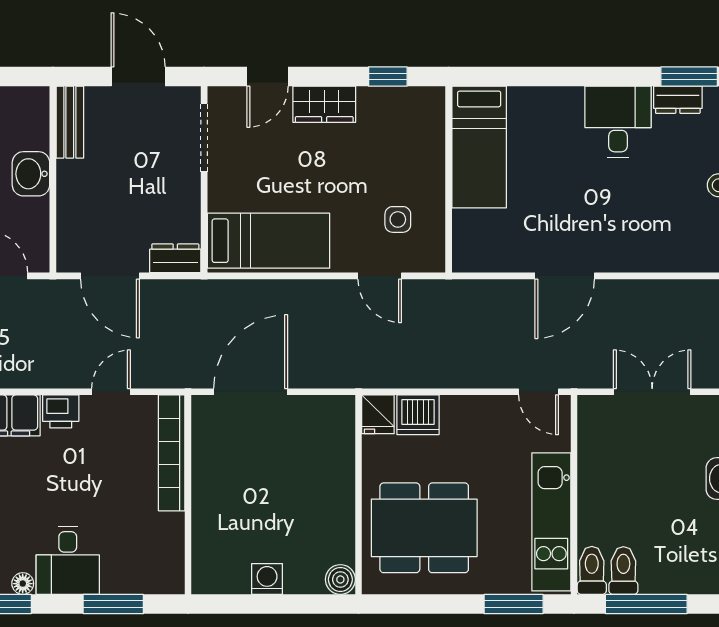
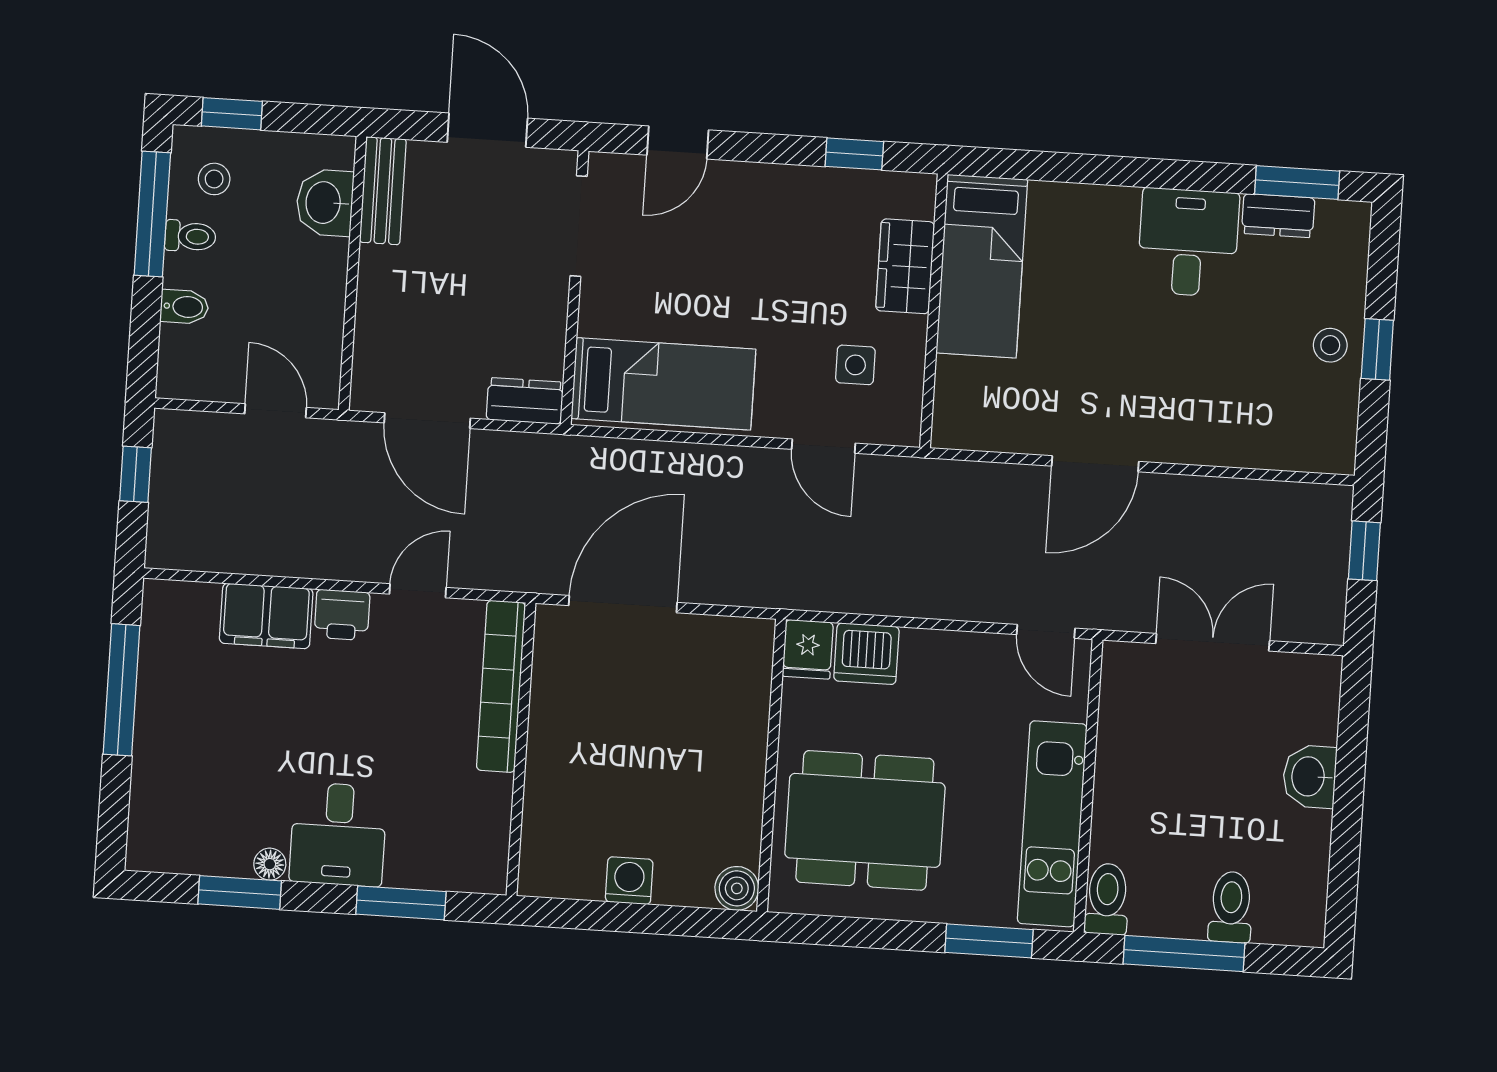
wardrobe: (324, 104) -> (905, 266), moved, turned 90
washbasin: (31, 174) -> (325, 203), moved
toilet: (623, 571) -> (1231, 907), moved

